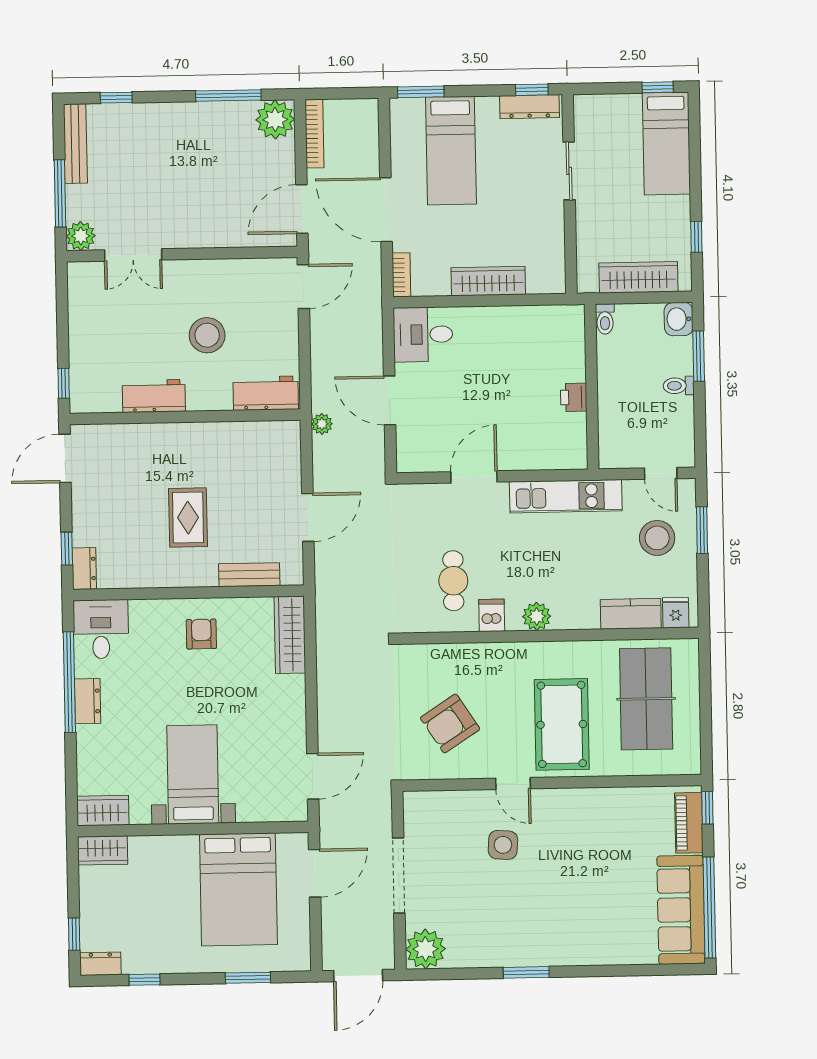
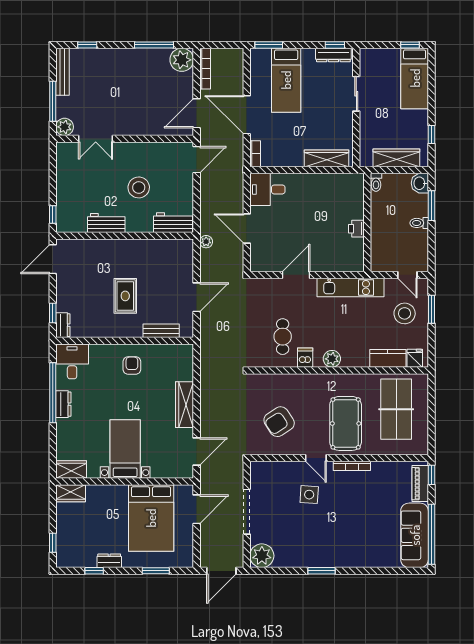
wardrobe: (488, 281) -> (327, 158), moved
wardrobe: (290, 635) -> (185, 405), moved
bookcase: (574, 796) -> (352, 466), added
dresser: (100, 964) -> (109, 561), moved

